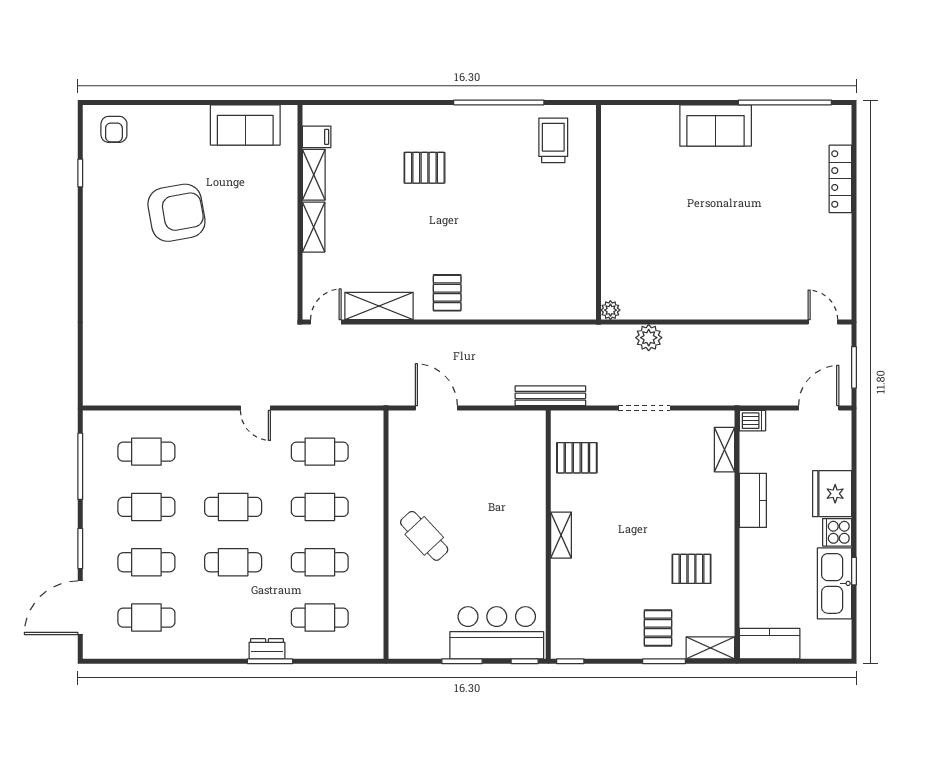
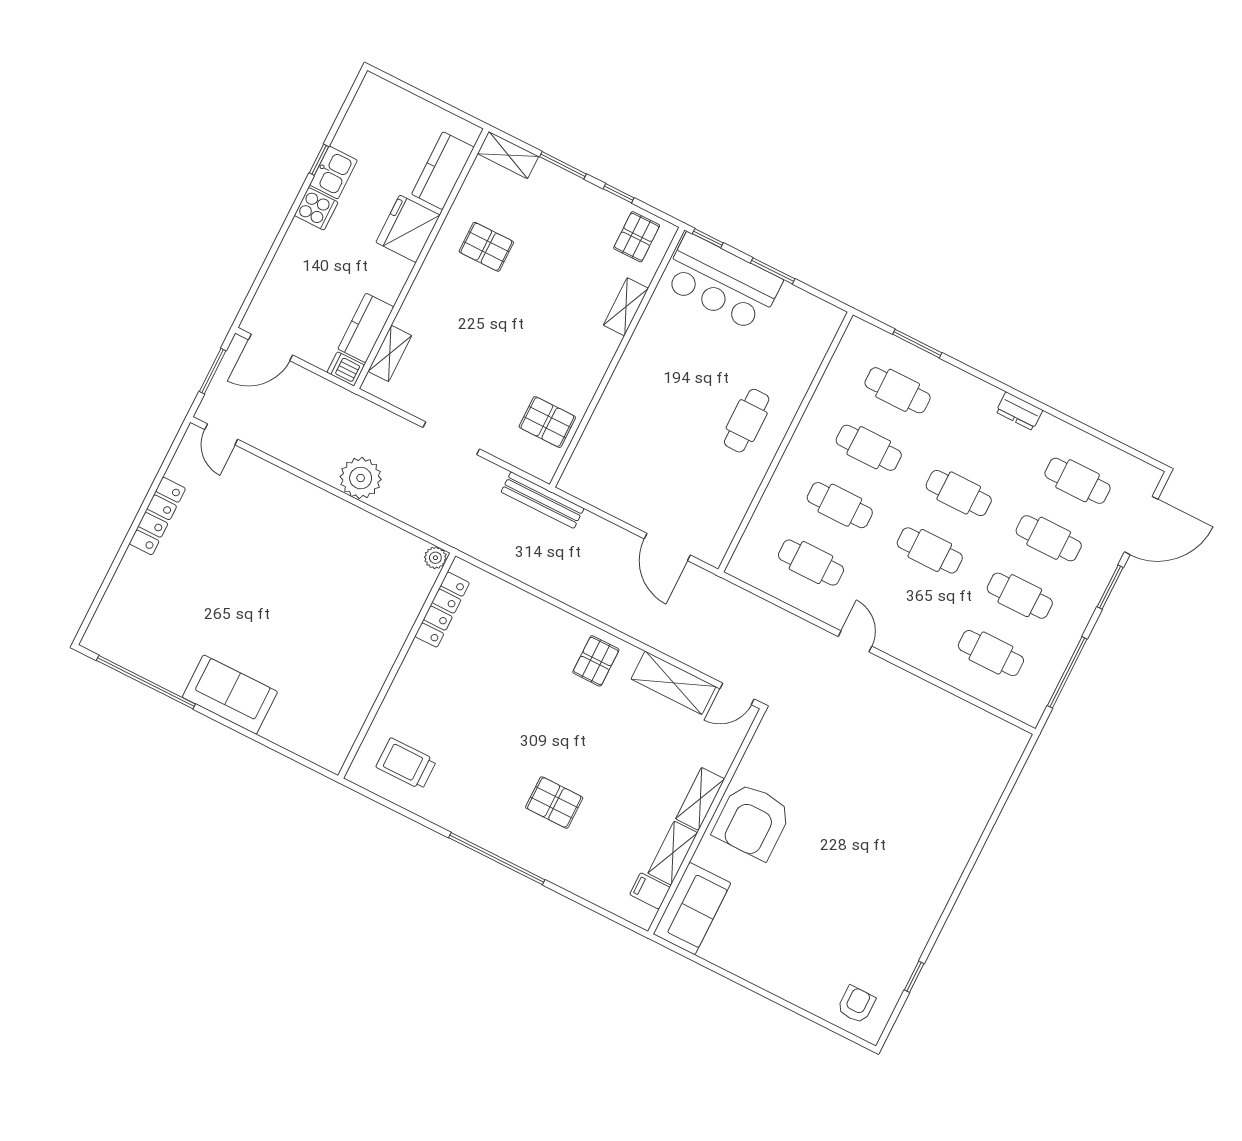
window: (499, 102) -> (497, 859), moved
sofa: (245, 125) -> (692, 908), moved, turned 90
trolley: (553, 140) -> (406, 764), turned 90
locker: (840, 179) -> (157, 516), moved
armchair: (176, 213) -> (752, 821), moved, turned -80
locker: (585, 273) -> (442, 610), added
plant: (649, 338) -> (361, 478), moved, width x1.36, depth x1.36
fridge: (832, 494) -> (408, 229), moved, turned 180
kitchen counter: (753, 500) -> (366, 328), moved
shelving: (561, 535) -> (626, 307), moved
cafe table: (424, 536) -> (747, 421), turned 43
kitchen sink: (834, 583) -> (333, 173), width x0.53, depth x0.81
pallet: (658, 628) -> (637, 237), moved
kitchen counter: (770, 644) -> (443, 171), moved, turned 90
dresser: (267, 649) -> (1019, 411), moved
window: (270, 661) -> (917, 344), moved
window: (570, 661) -> (619, 193), moved

